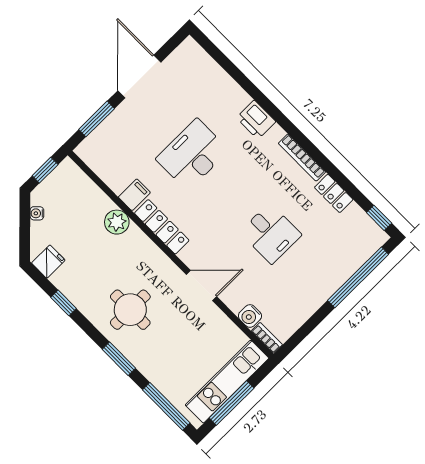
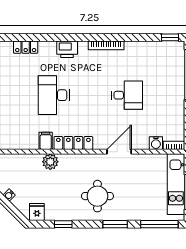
locker: (334, 193) -> (26, 47), moved

